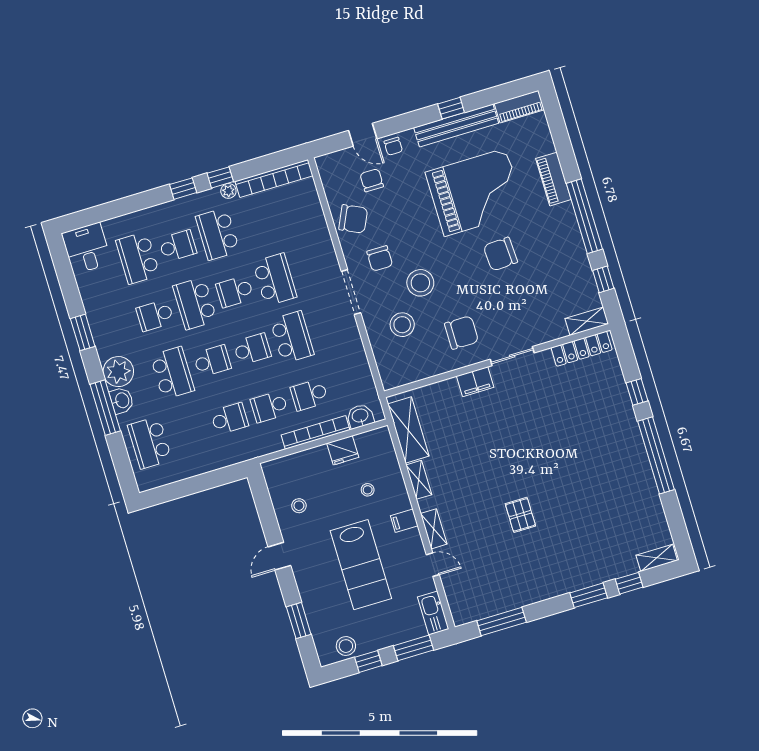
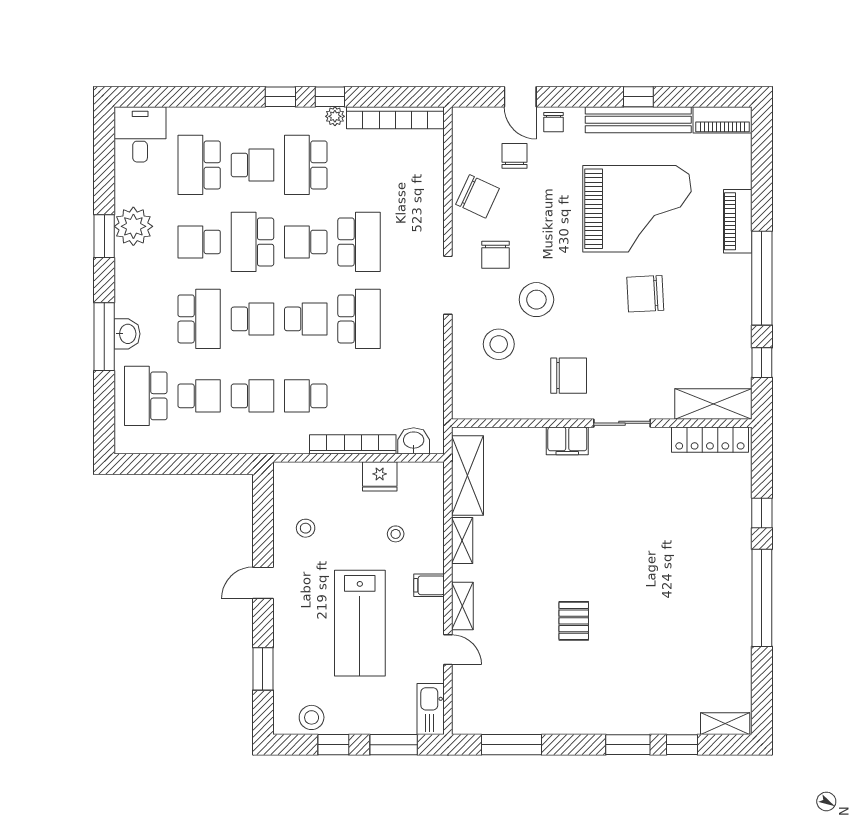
shelving: (587, 321) -> (713, 404), width x1.50, depth x1.33
plant: (118, 372) -> (133, 226), moved
school desk: (309, 395) -> (199, 396), moved, turned 180

